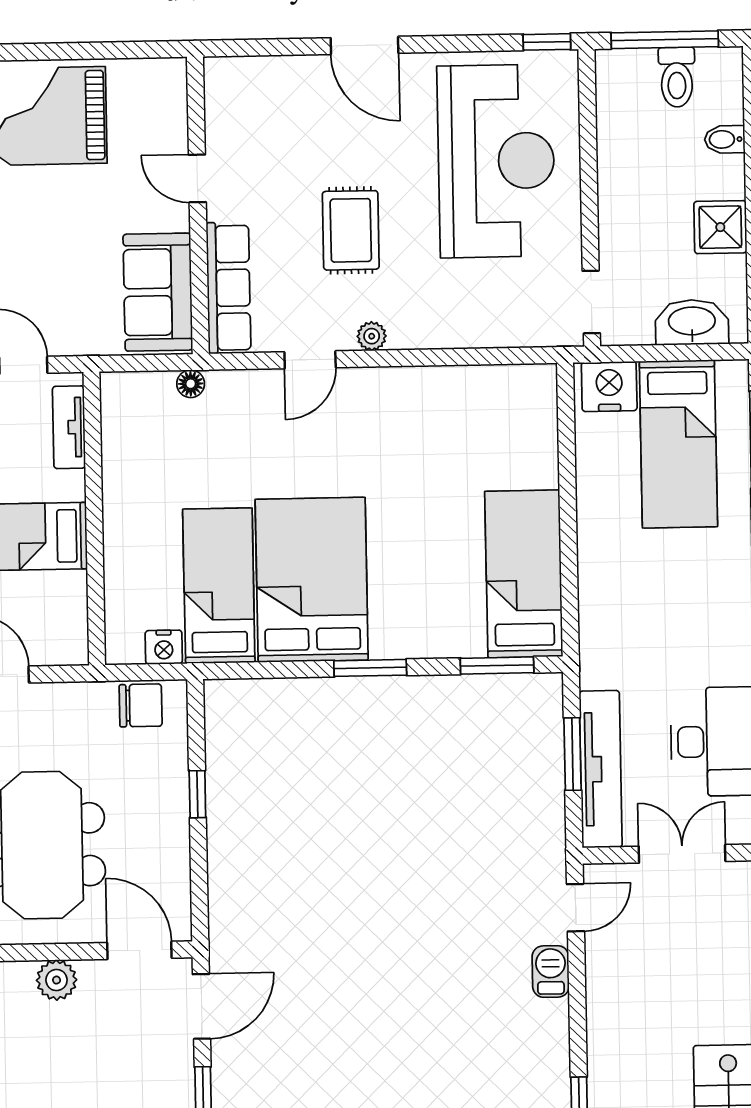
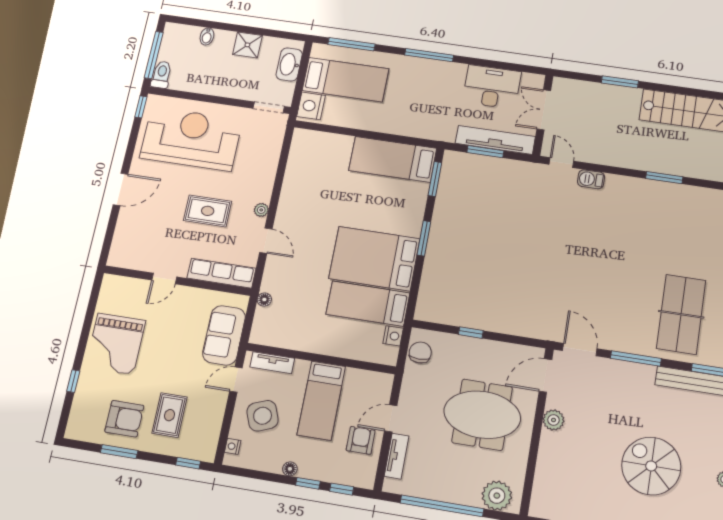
toilet: (677, 77) -> (161, 75), moved, turned -90
sofa: (158, 292) -> (224, 335), moved, turned 90

